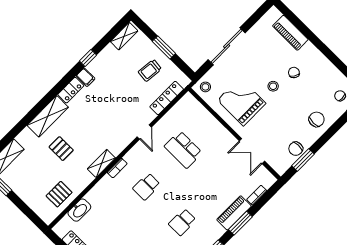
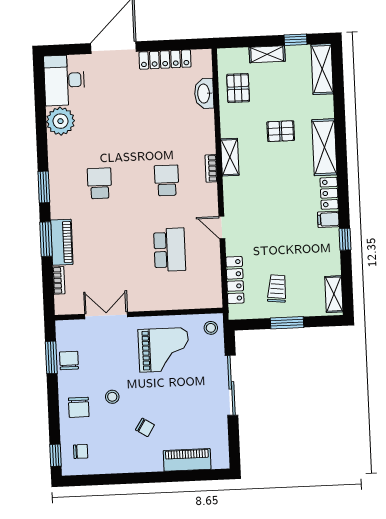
stool: (273, 86) -> (112, 397), moved
school desk: (183, 149) -> (170, 250), turned 90
shelving: (26, 195) -> (267, 54), added

